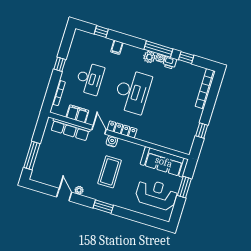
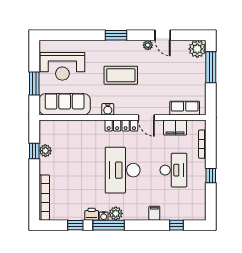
desk: (90, 79) -> (173, 170), turned 180
plant: (192, 128) -> (45, 151), added
row of seats: (70, 130) -> (185, 108), width x0.68
water cooler: (112, 141) -> (108, 109), moved
coffee table: (110, 172) -> (121, 75), turned 90
plant: (39, 174) -> (197, 49), added

